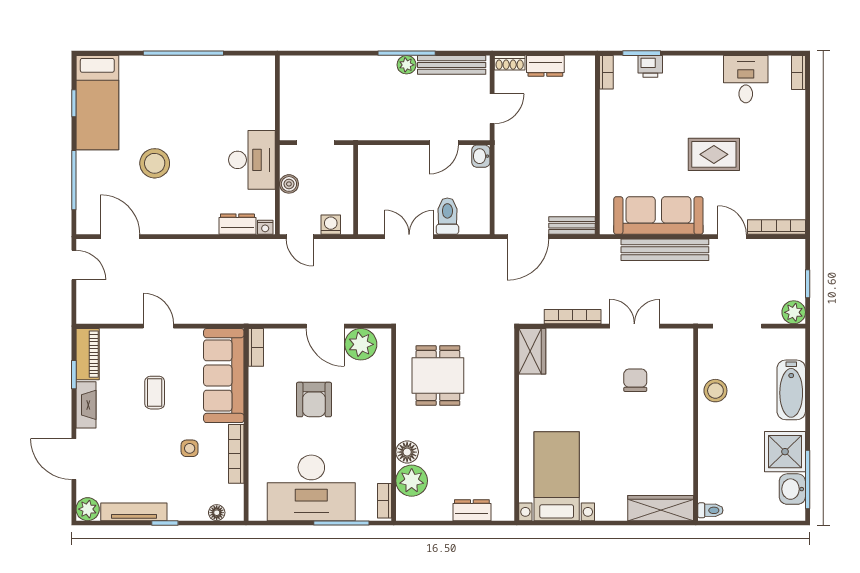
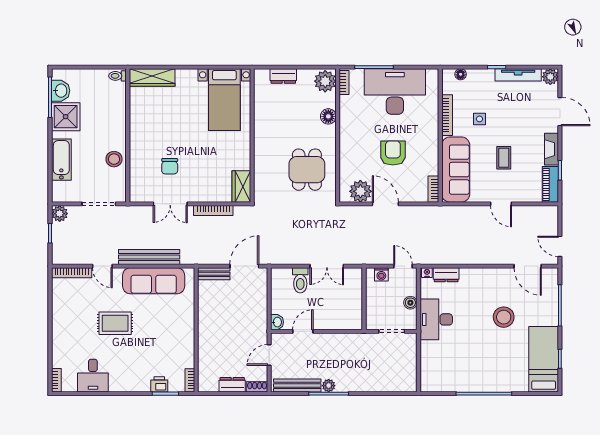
plant: (412, 481) -> (325, 81), moved

